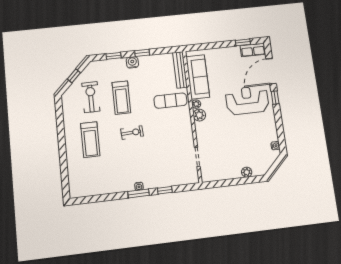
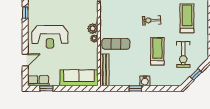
window: (114, 56) -> (160, 88), removed
door: (271, 71) -> (25, 60), width x0.53
sofa: (198, 77) -> (79, 78), moved, turned 90
window: (275, 98) -> (25, 13), moved

